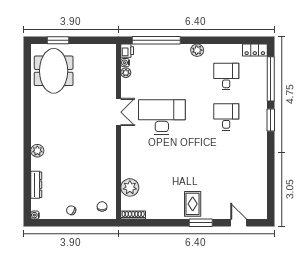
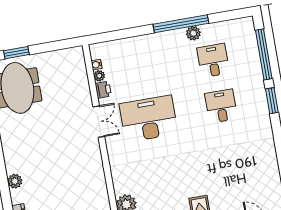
window: (156, 40) -> (181, 24), moved
plant: (197, 50) -> (193, 33), moved
locker: (255, 50) -> (240, 25), removed
printer: (127, 51) -> (103, 90), moved

